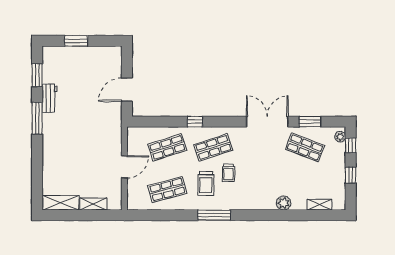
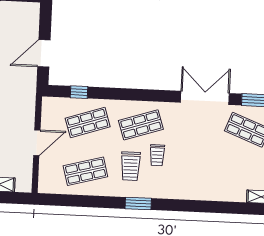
window: (195, 122) -> (79, 92), moved
plant: (284, 203) -> (219, 193), removed
window: (214, 215) -> (138, 204), width x0.69

